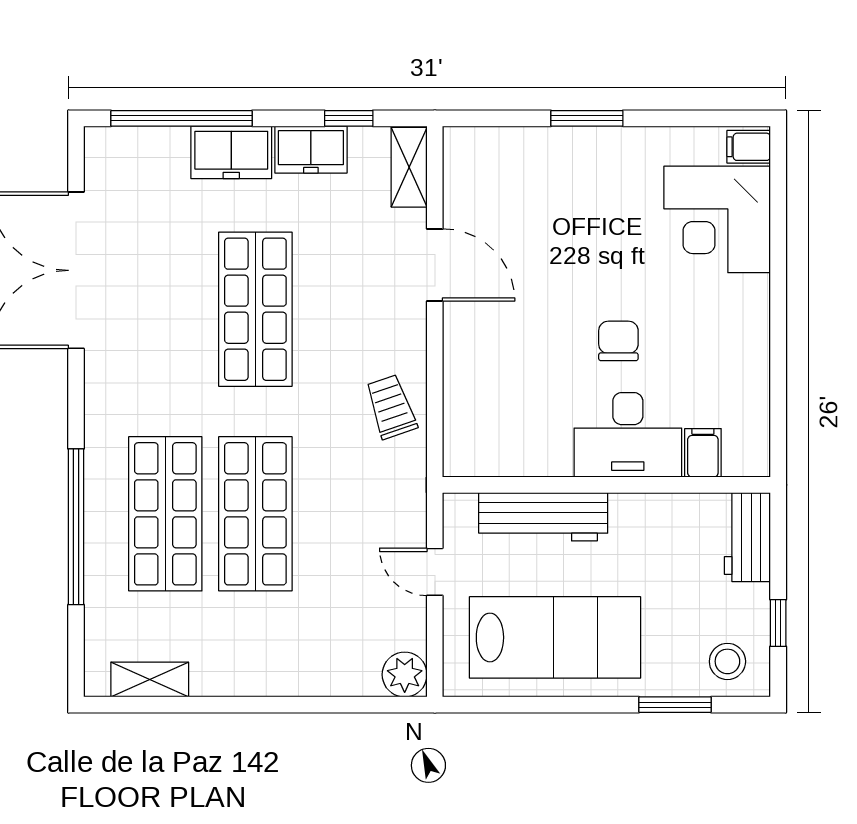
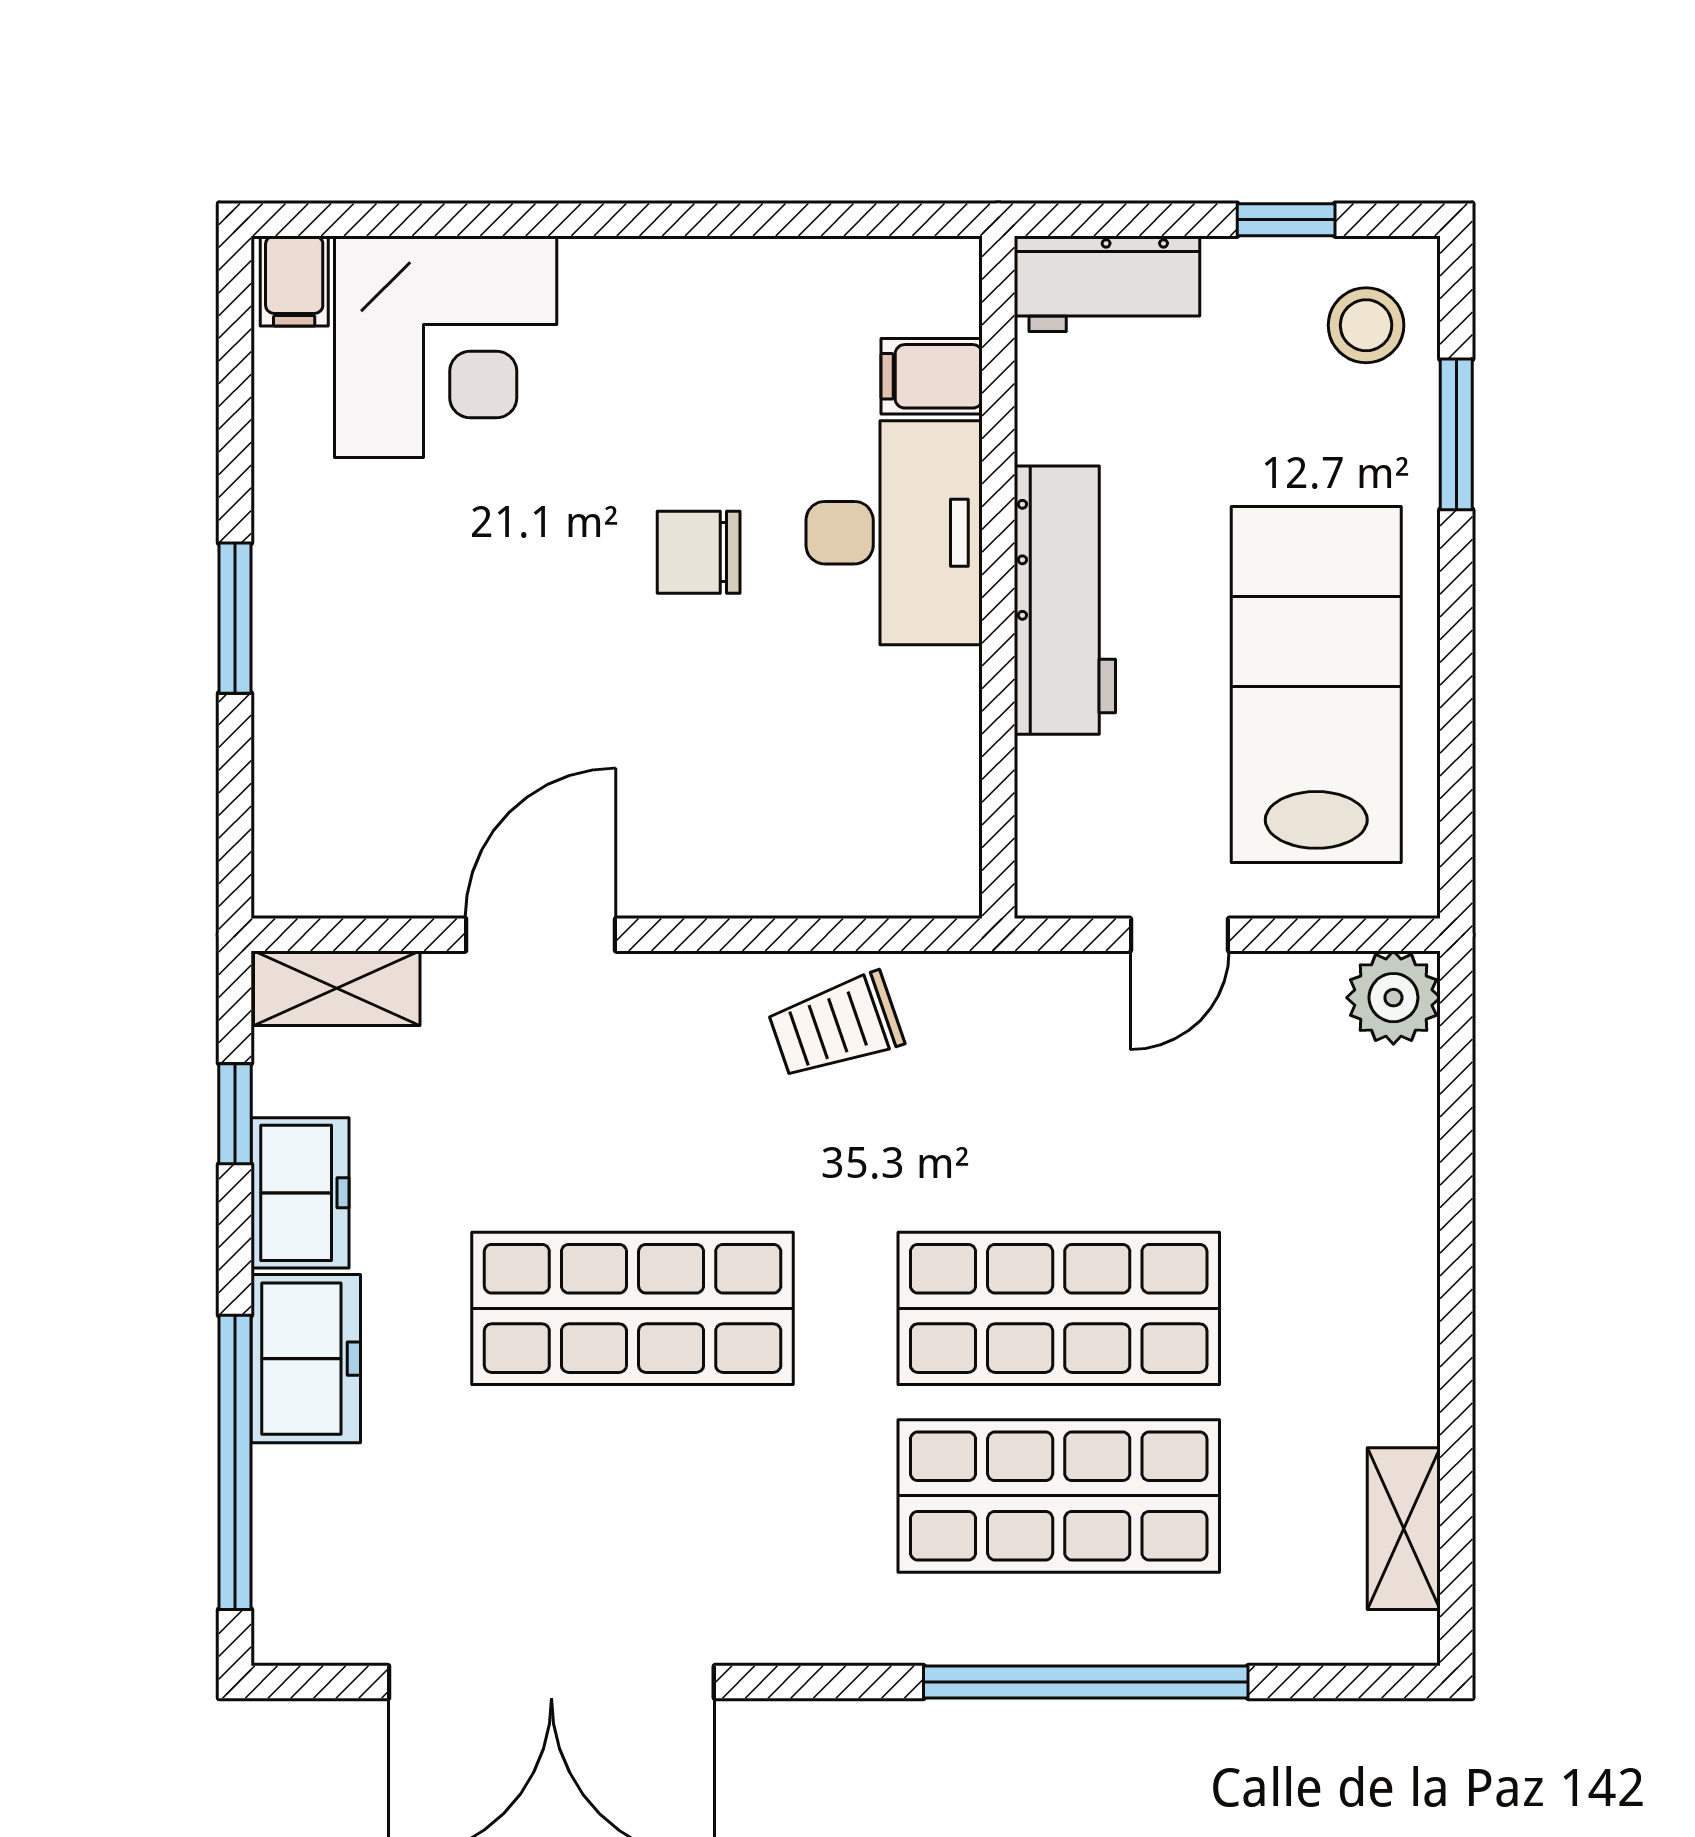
workbench: (543, 517) -> (1065, 600), moved

